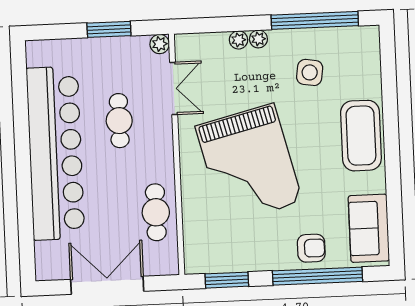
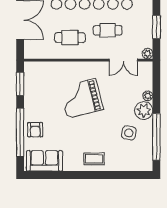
plant: (258, 39) -> (144, 111), width x1.88, depth x1.88
coffee table: (361, 136) -> (94, 159), width x0.54, depth x0.58
grand piano: (249, 164) -> (81, 98), width x0.73, depth x0.68
cafe table: (156, 212) -> (70, 38), moved

